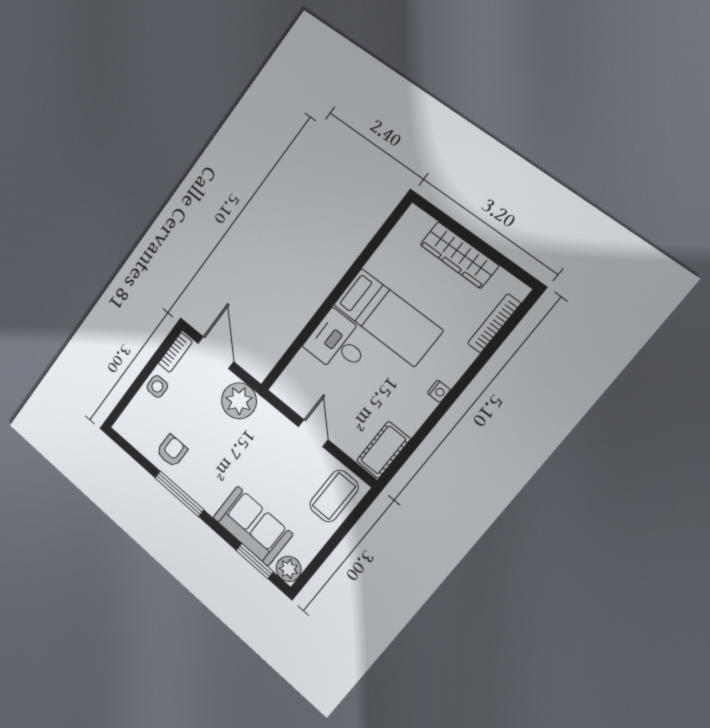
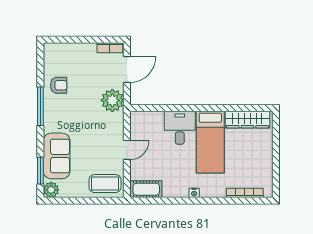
wardrobe: (459, 255) -> (247, 120), moved, turned -90
side table: (157, 386) -> (85, 52), removed

